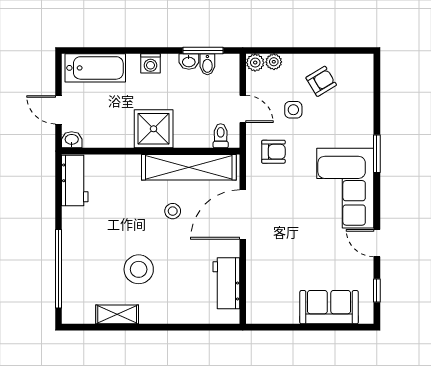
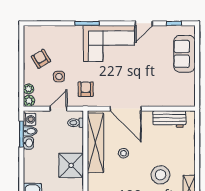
washing machine: (150, 63) -> (30, 119), moved

